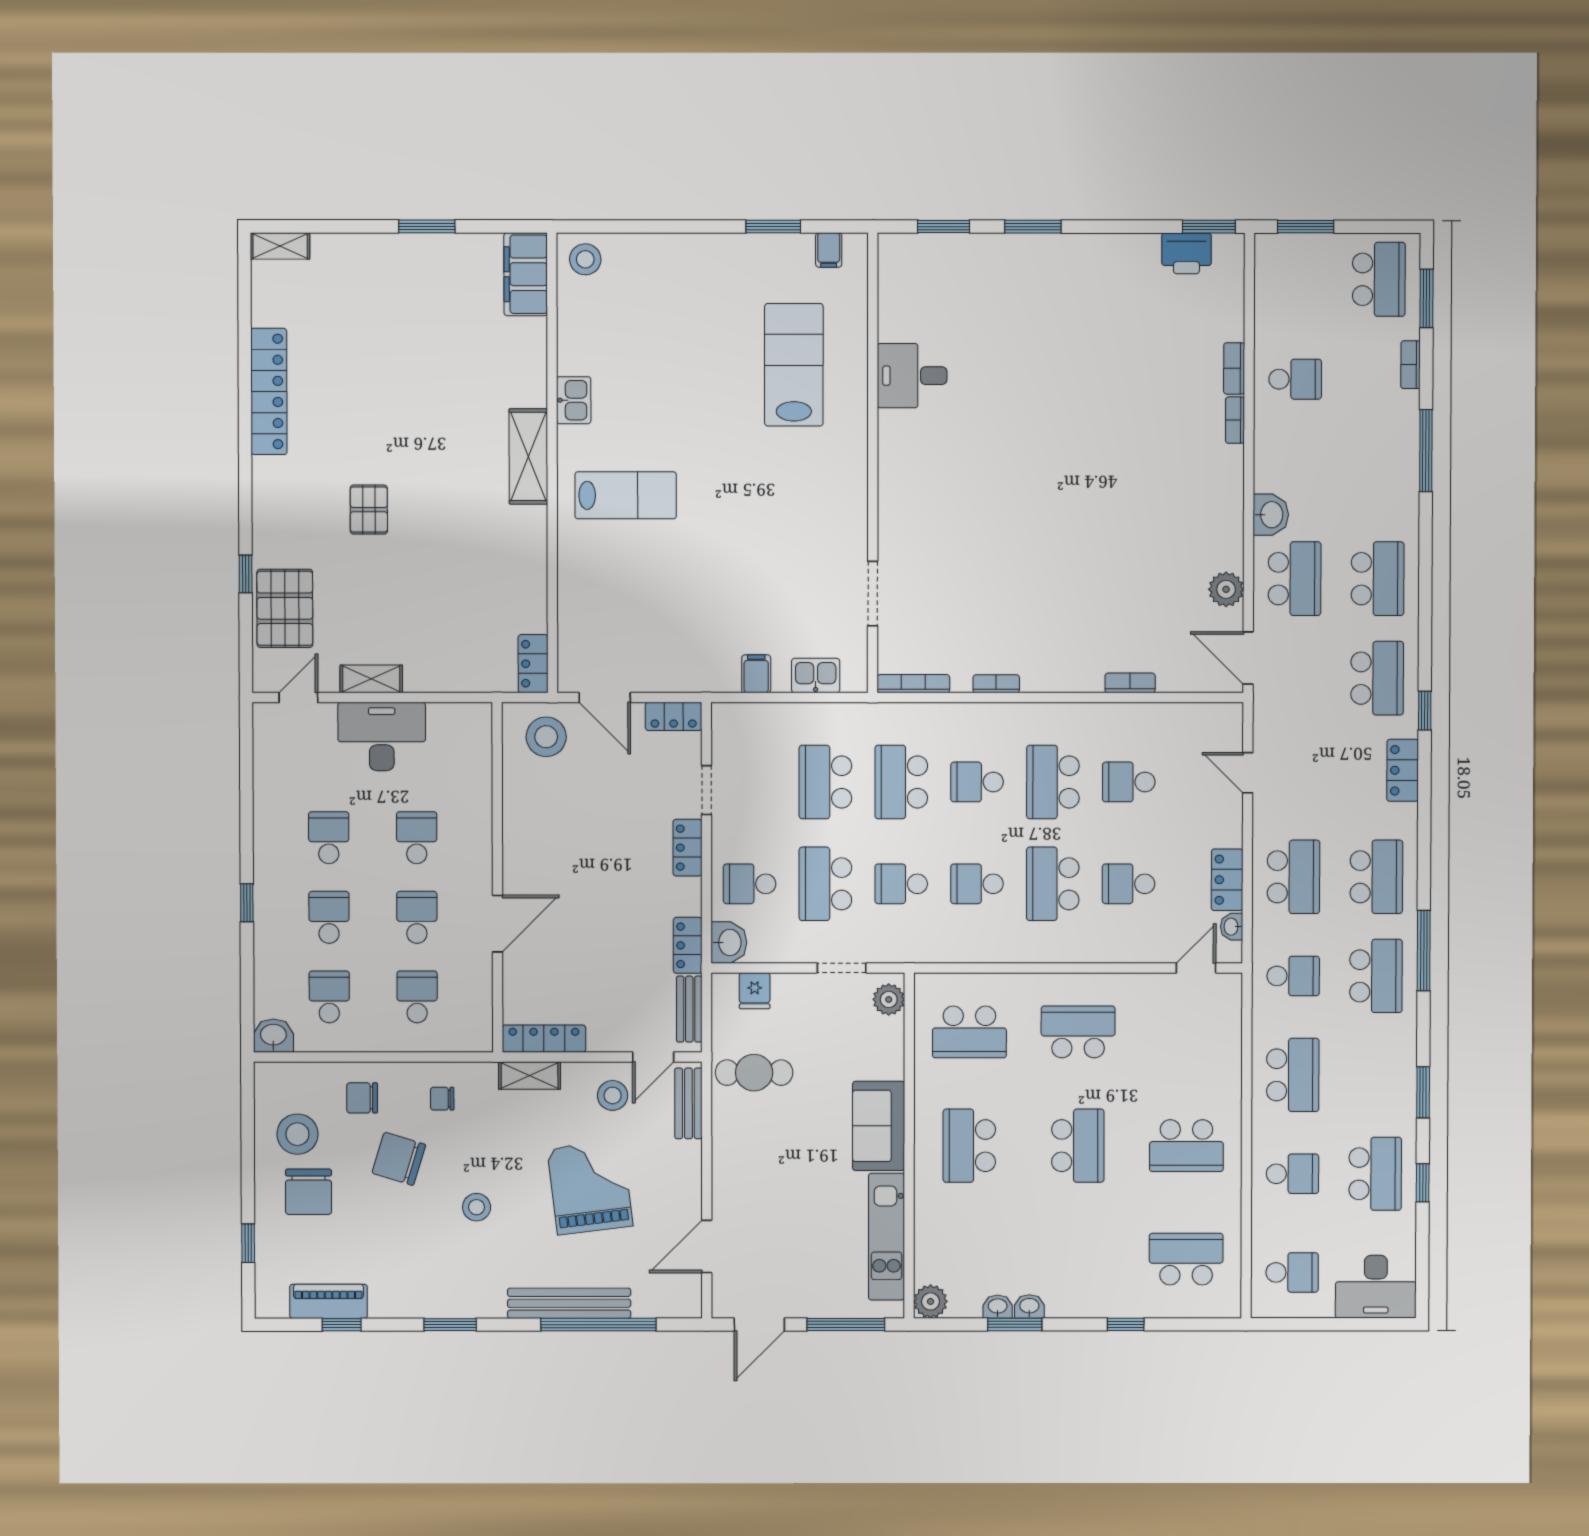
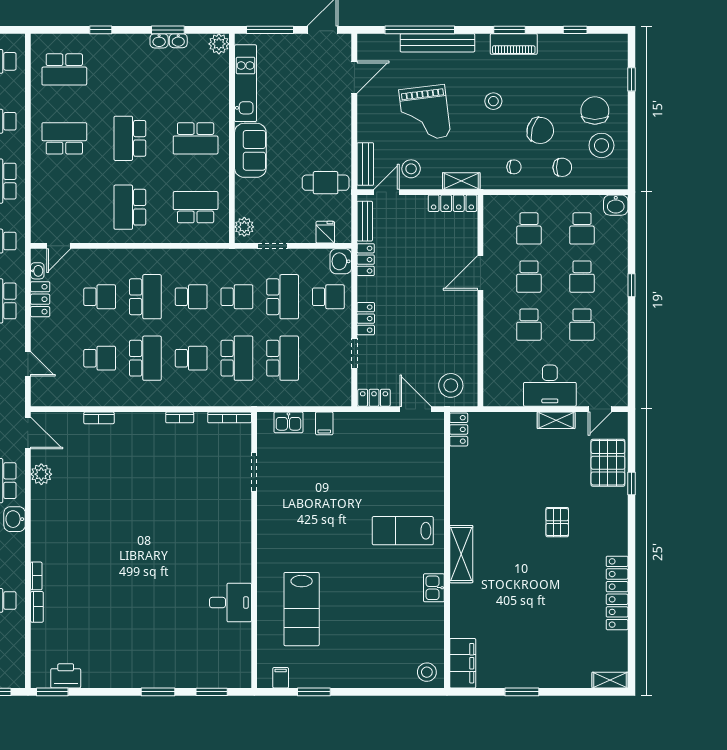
school desk: (1078, 1032) -> (130, 207), turned 90
school desk: (969, 1146) -> (196, 138), turned 90
piano: (329, 1301) -> (514, 44), moved

